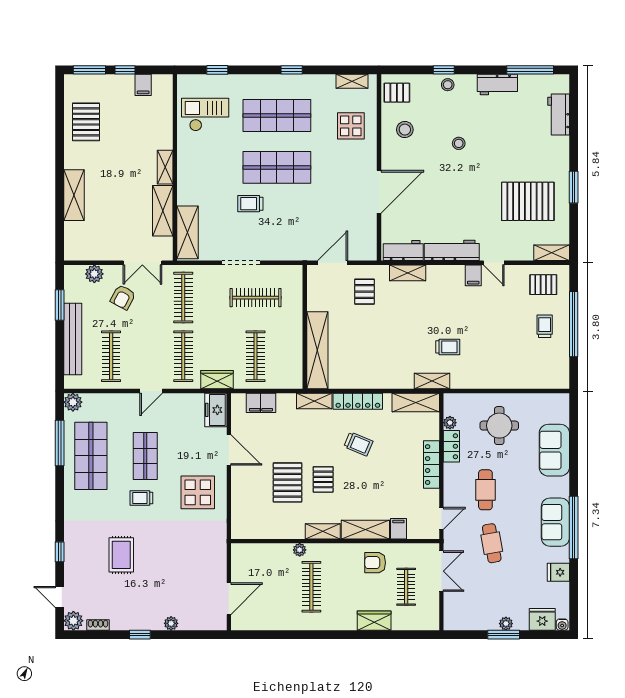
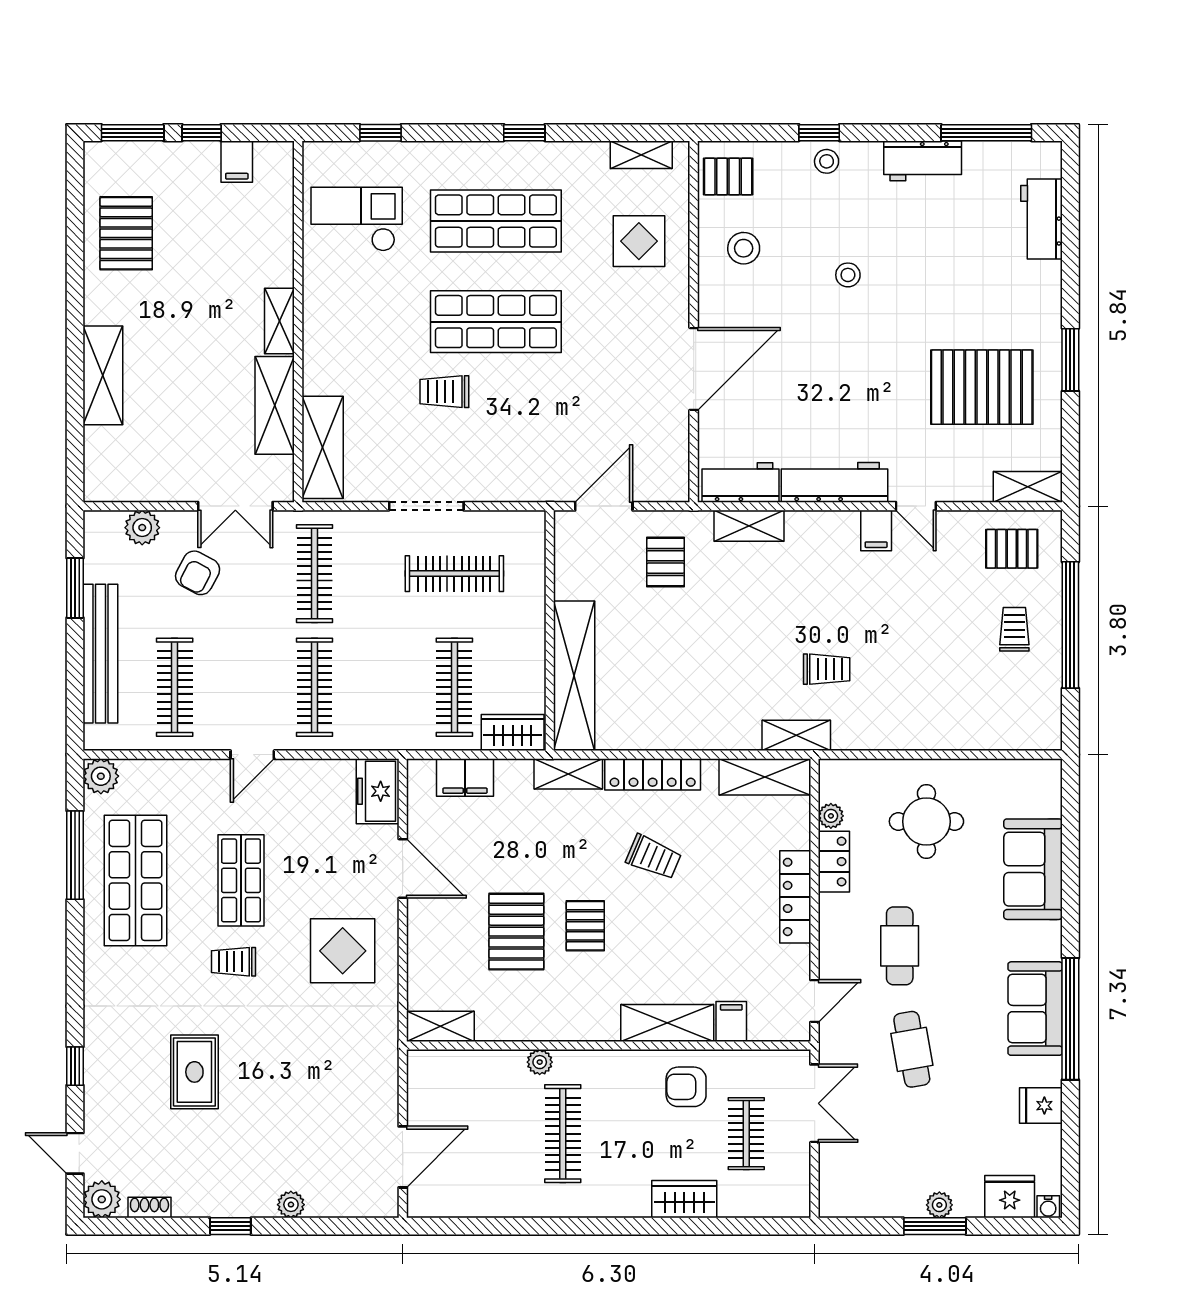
wardrobe: (217, 380) -> (513, 733), moved
shelving: (323, 531) -> (440, 1026), moved

